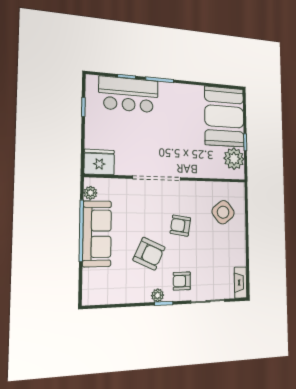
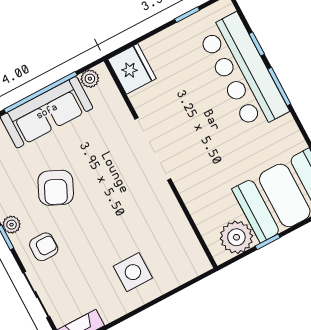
bar counter: (129, 94) -> (243, 72), width x1.36
side table: (223, 212) -> (133, 272), moved, turned 38
armchair: (180, 226) -> (110, 210), removed
armchair: (182, 281) -> (44, 247), turned 90

